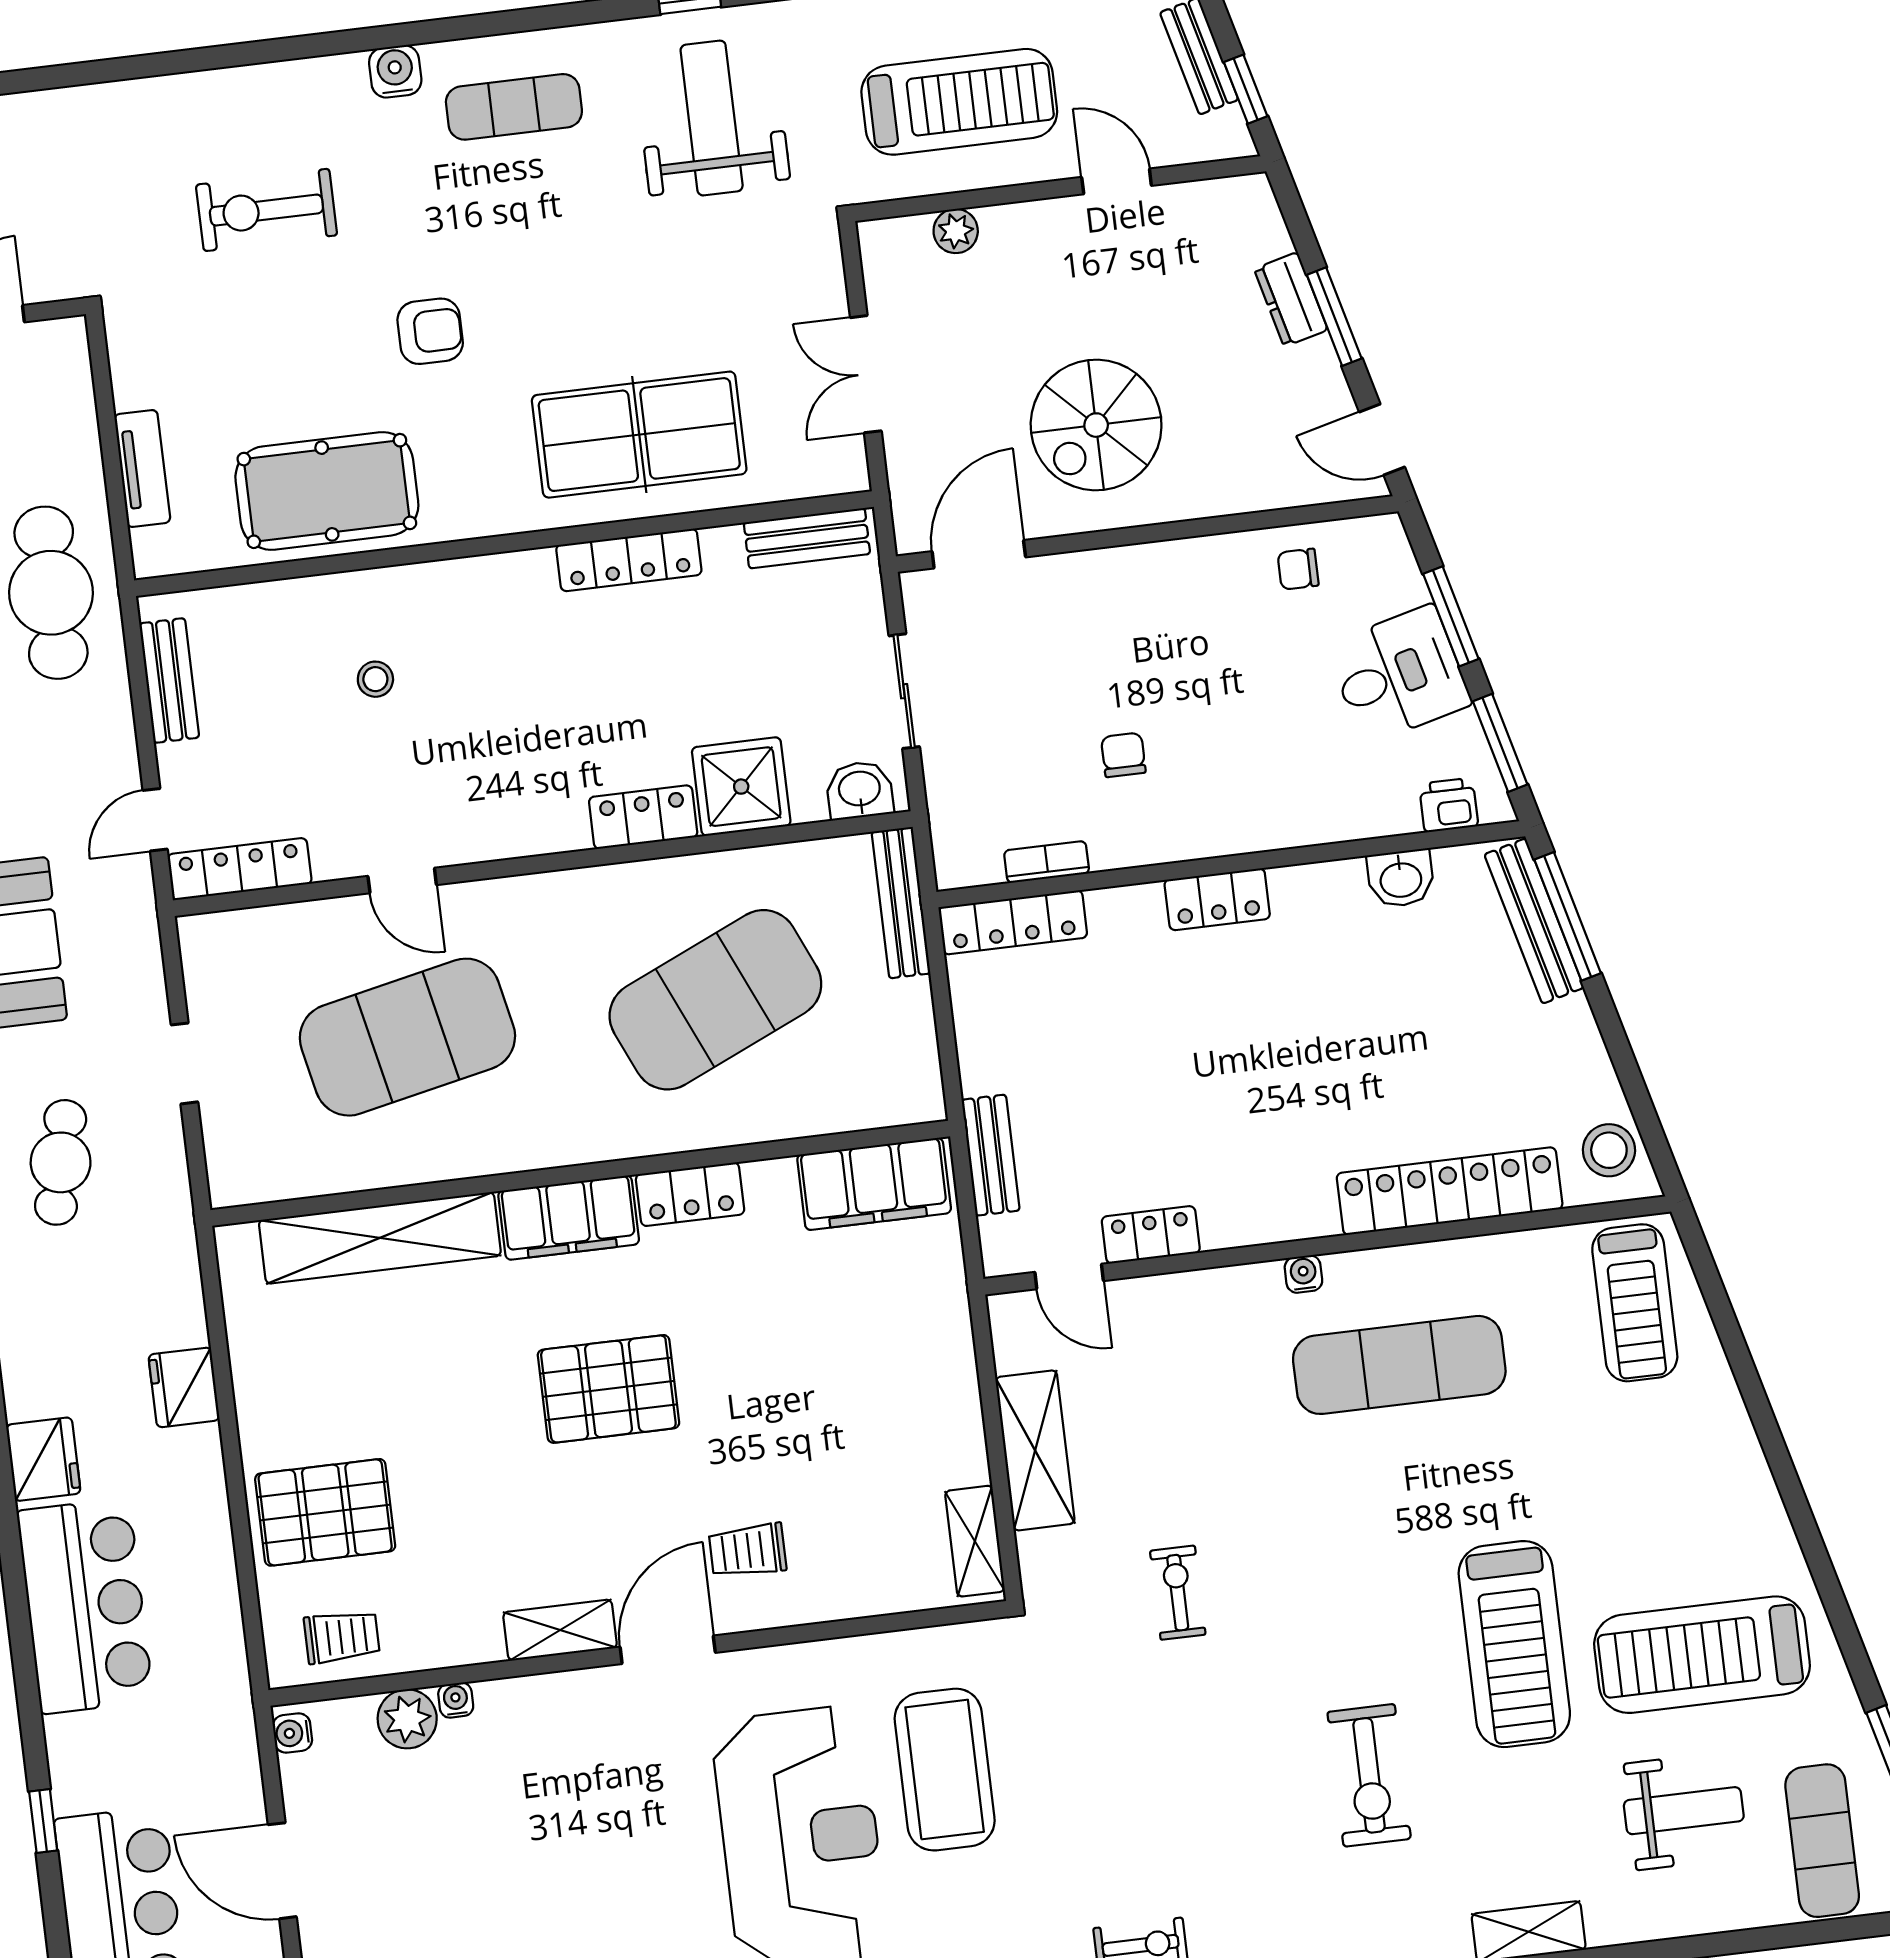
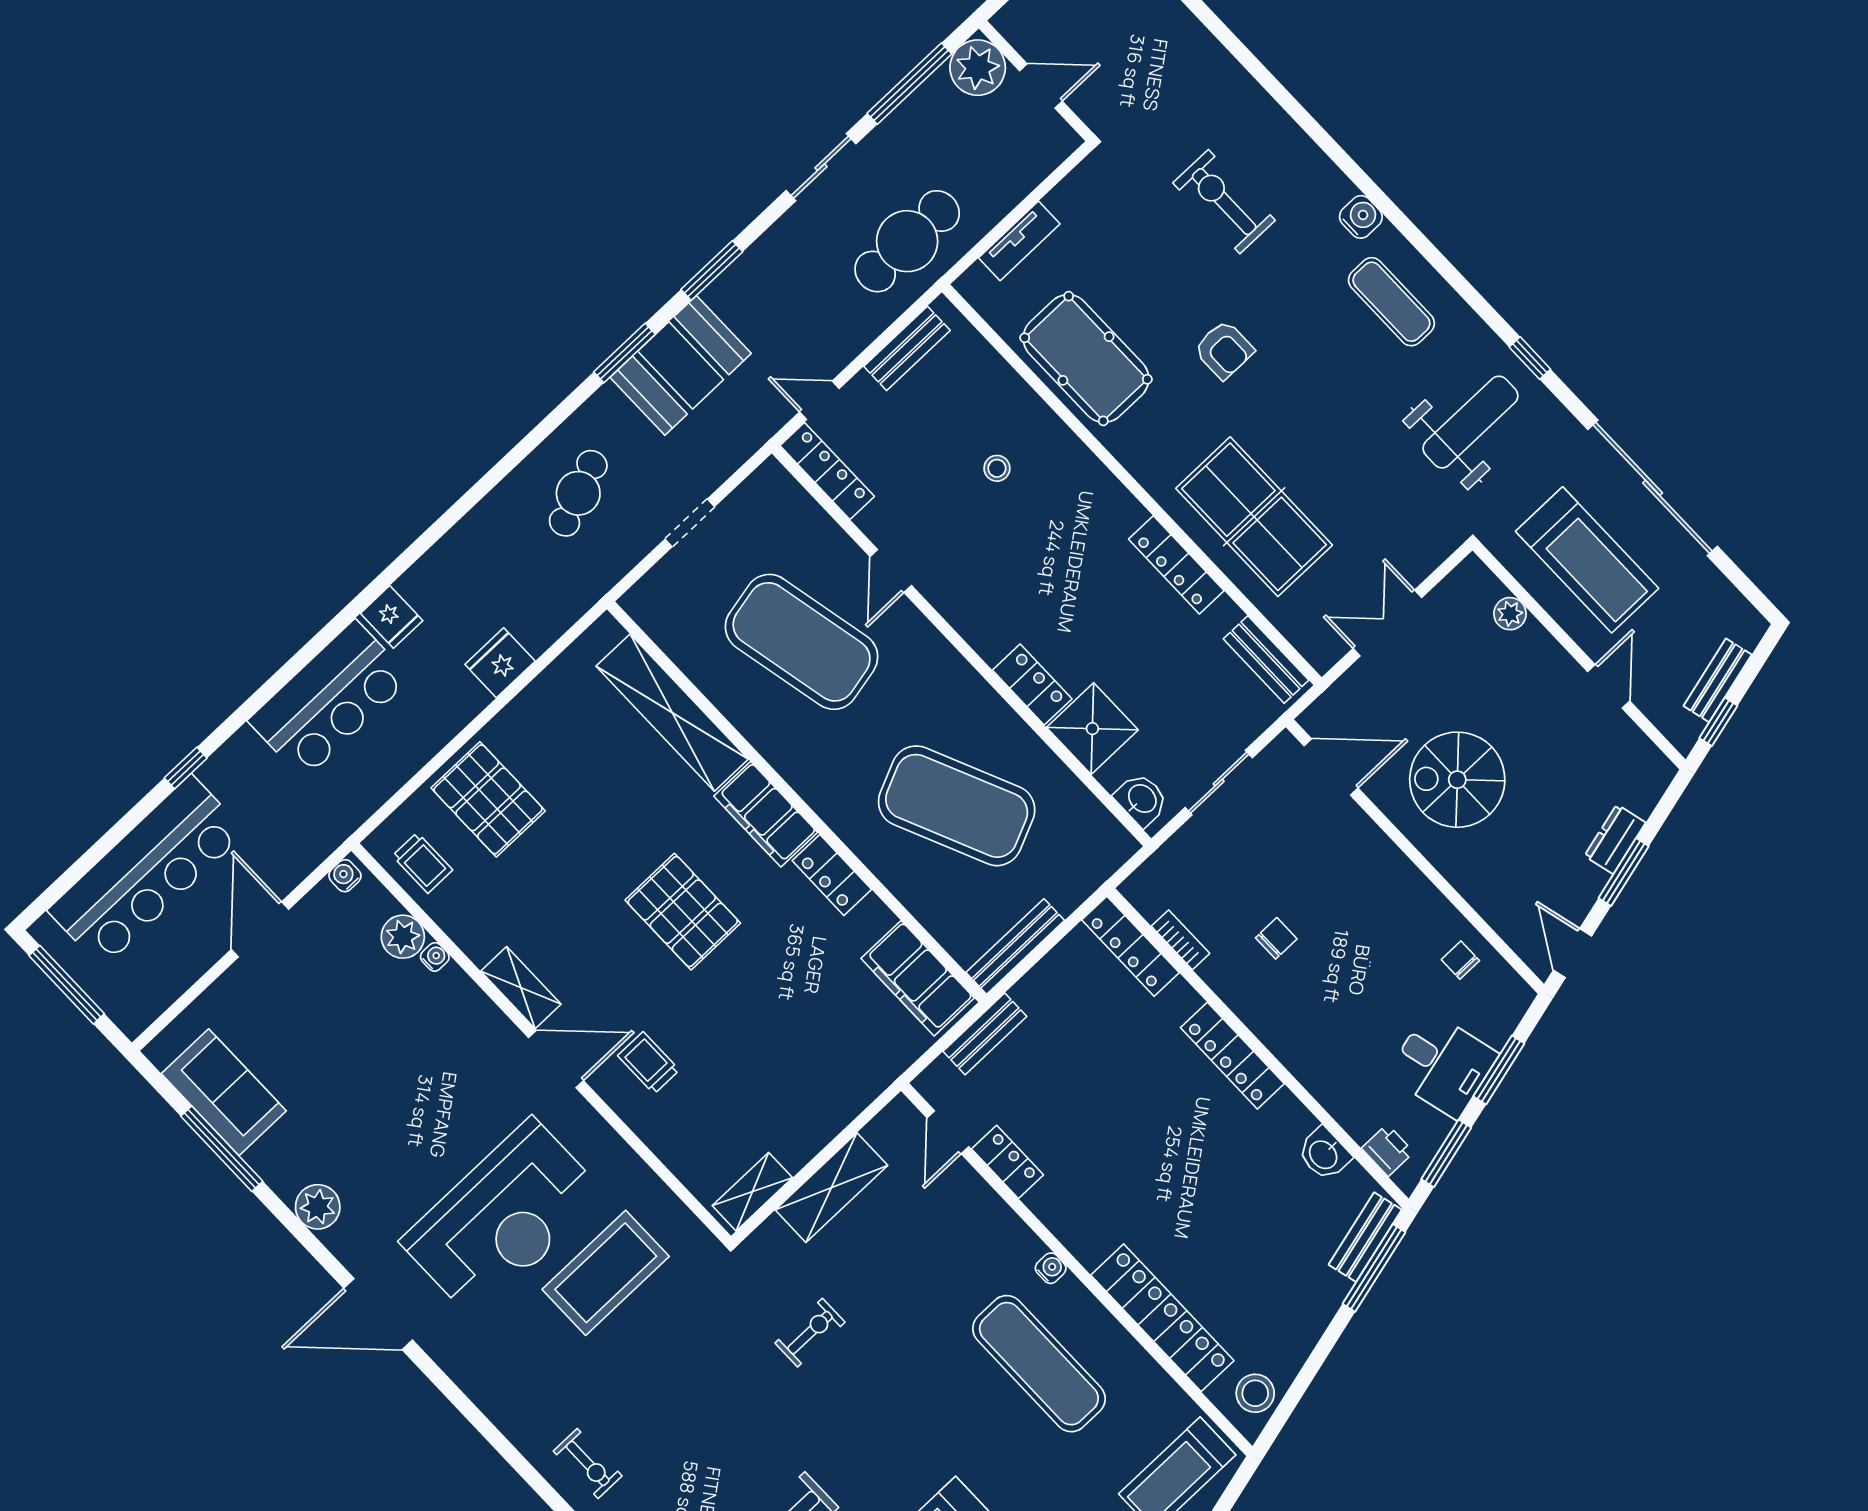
locker: (1217, 899) -> (1232, 1056), width x1.53
bench: (901, 903) -> (1015, 946), moved
bench: (1534, 921) -> (1365, 1237), width x0.73
cafe table: (61, 1162) -> (578, 493), turned -34
fridge: (43, 1459) -> (392, 617), width x0.72

